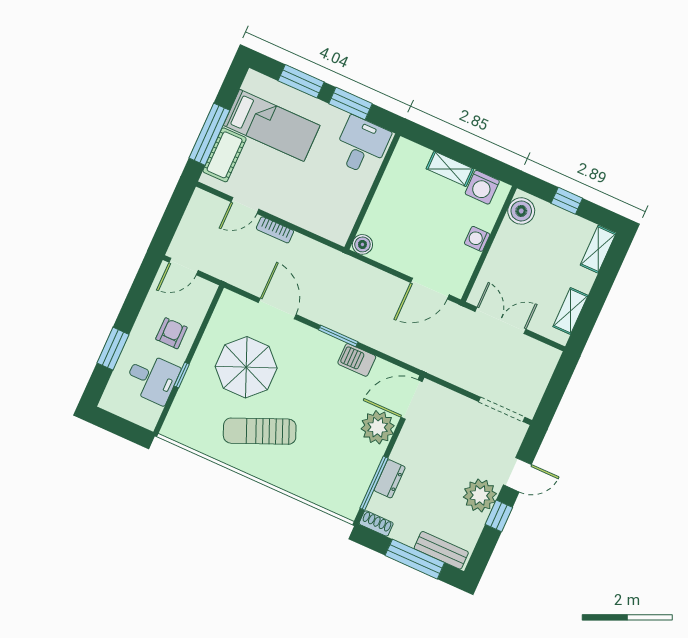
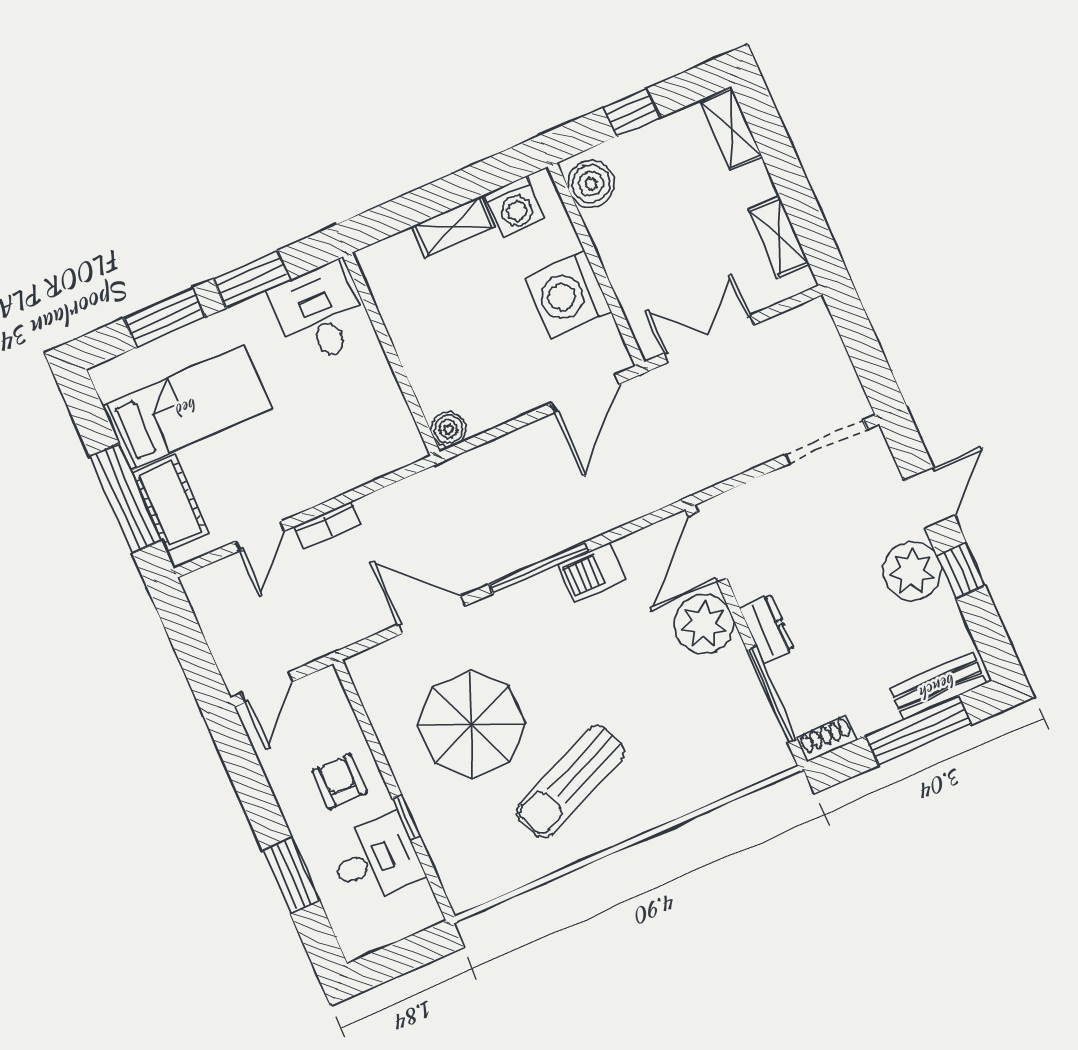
washing machine: (477, 239) -> (568, 294), width x1.89, depth x1.89
window: (338, 336) -> (539, 568), width x1.44
dresser: (390, 479) -> (767, 629), moved

